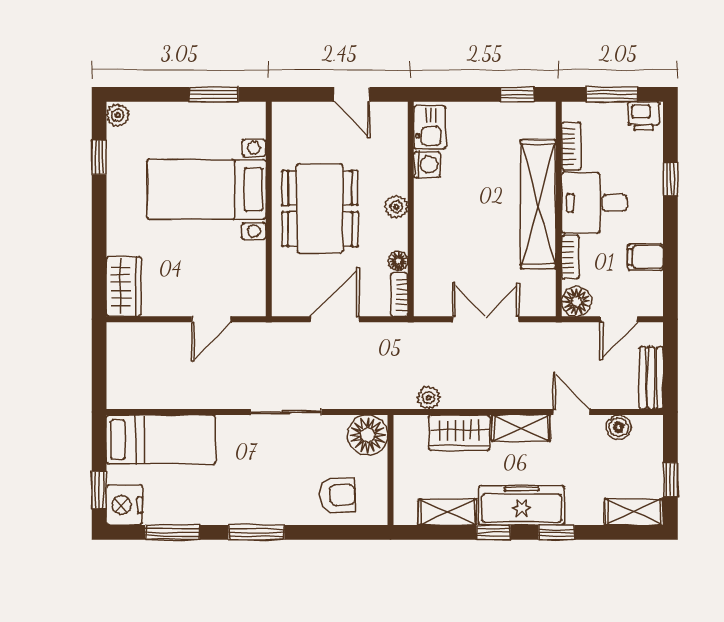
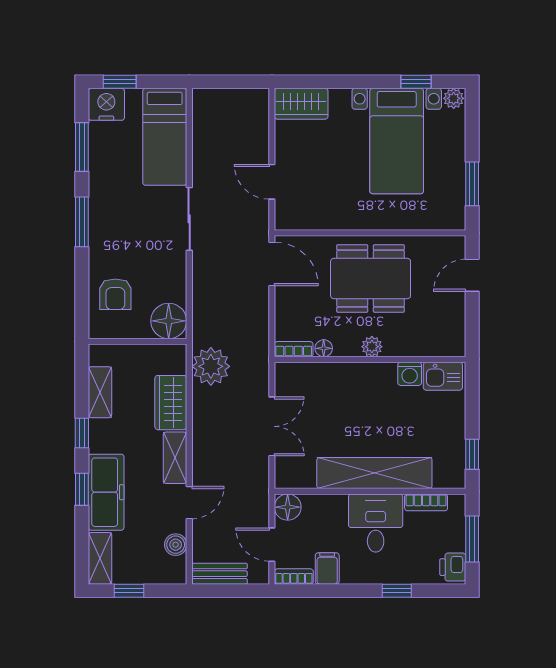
door: (352, 94) -> (472, 275), moved
bed with nightstands: (206, 189) -> (397, 141), moved, turned 180
bookcase: (570, 257) -> (294, 576), moved, turned 180
door: (335, 319) -> (272, 264), moved
plant: (429, 398) -> (211, 366), width x1.88, depth x1.88
sliding door: (286, 412) -> (189, 219), moved
freezer: (521, 505) -> (106, 492), moved

